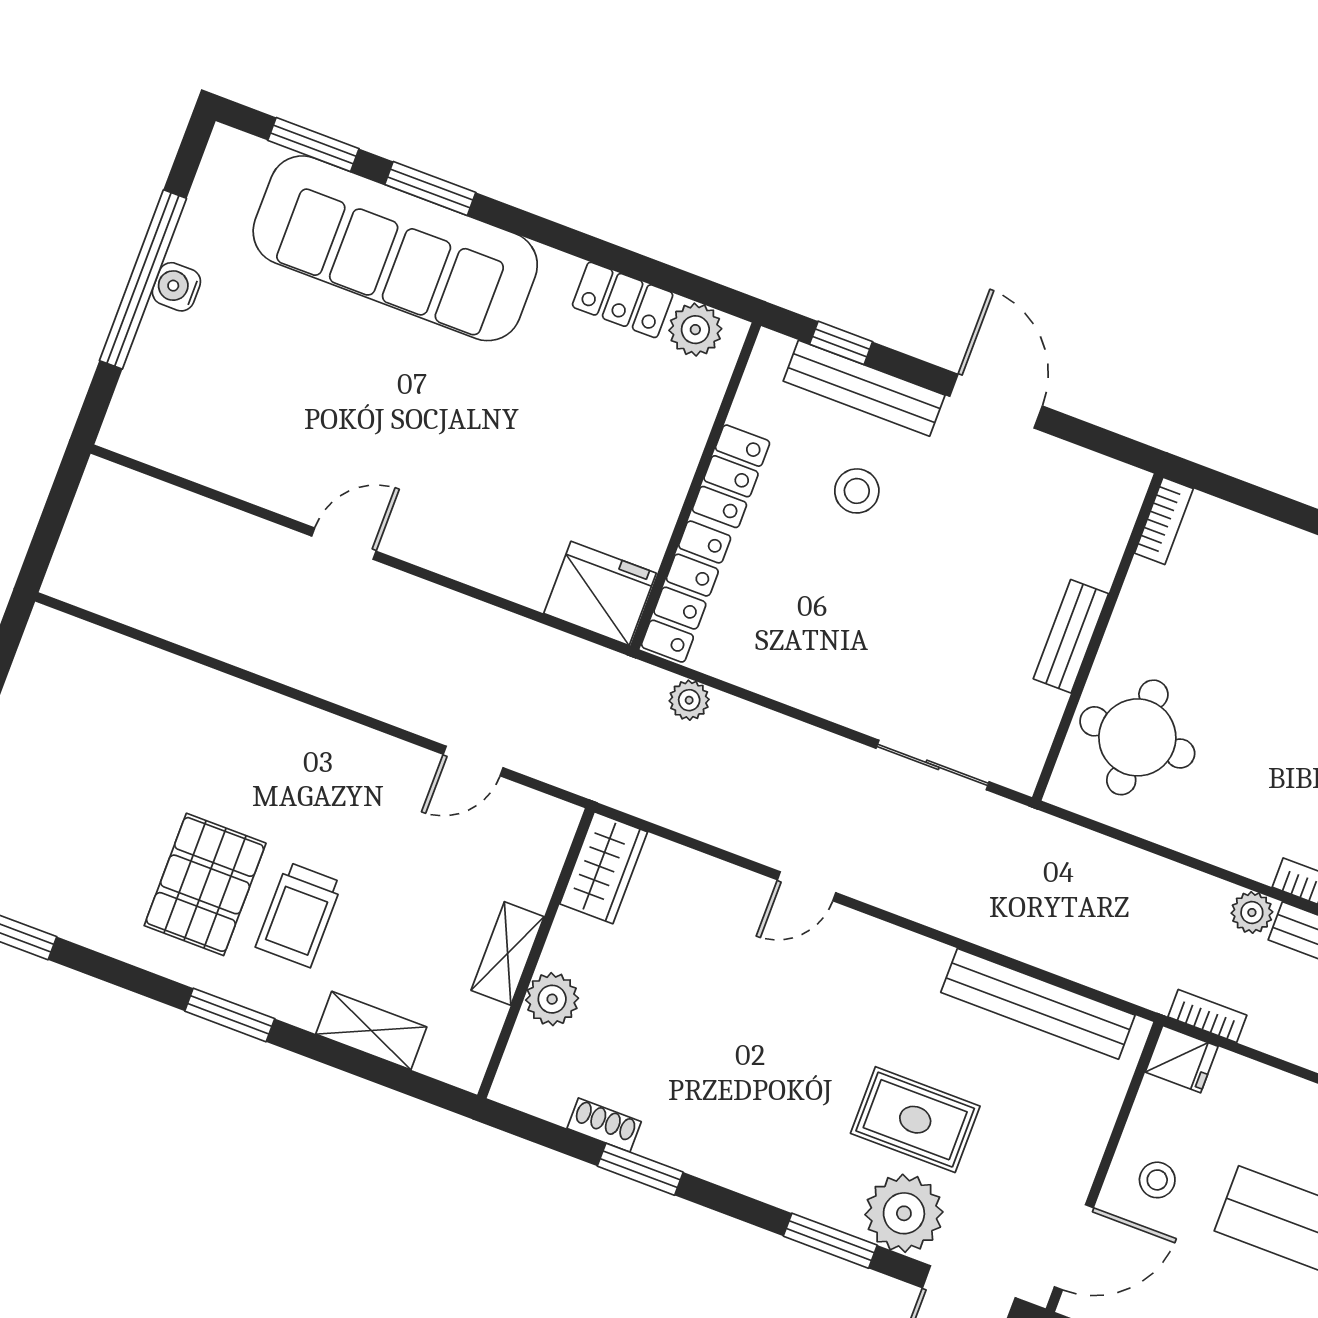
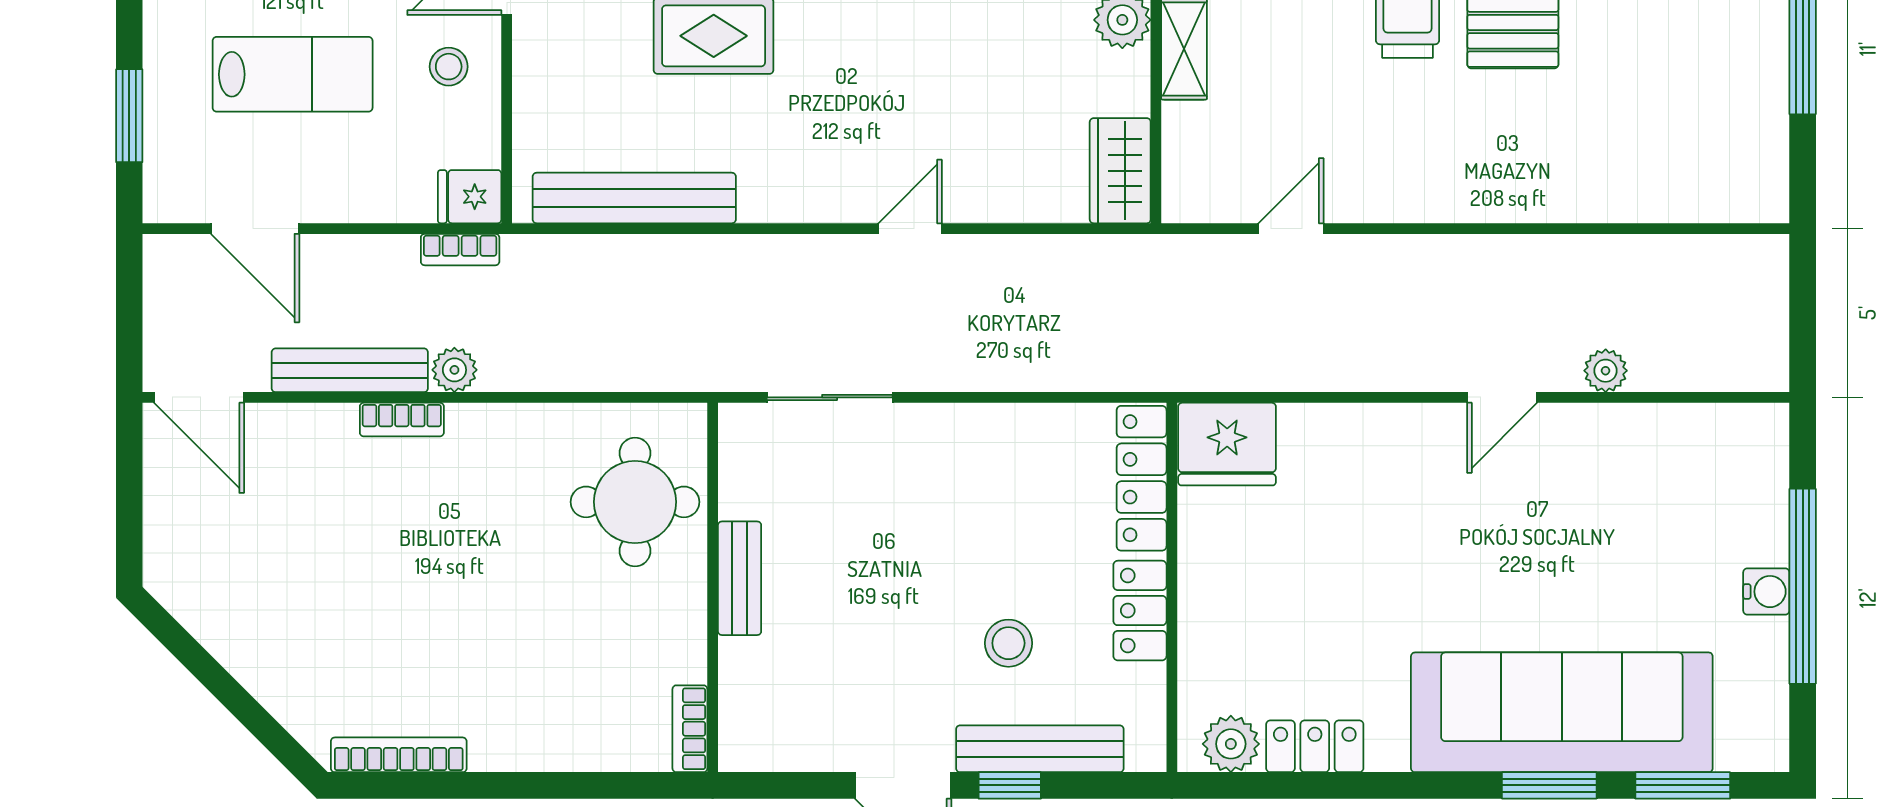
window: (841, 343) -> (1010, 785), moved
plant: (689, 700) -> (1606, 371), moved

